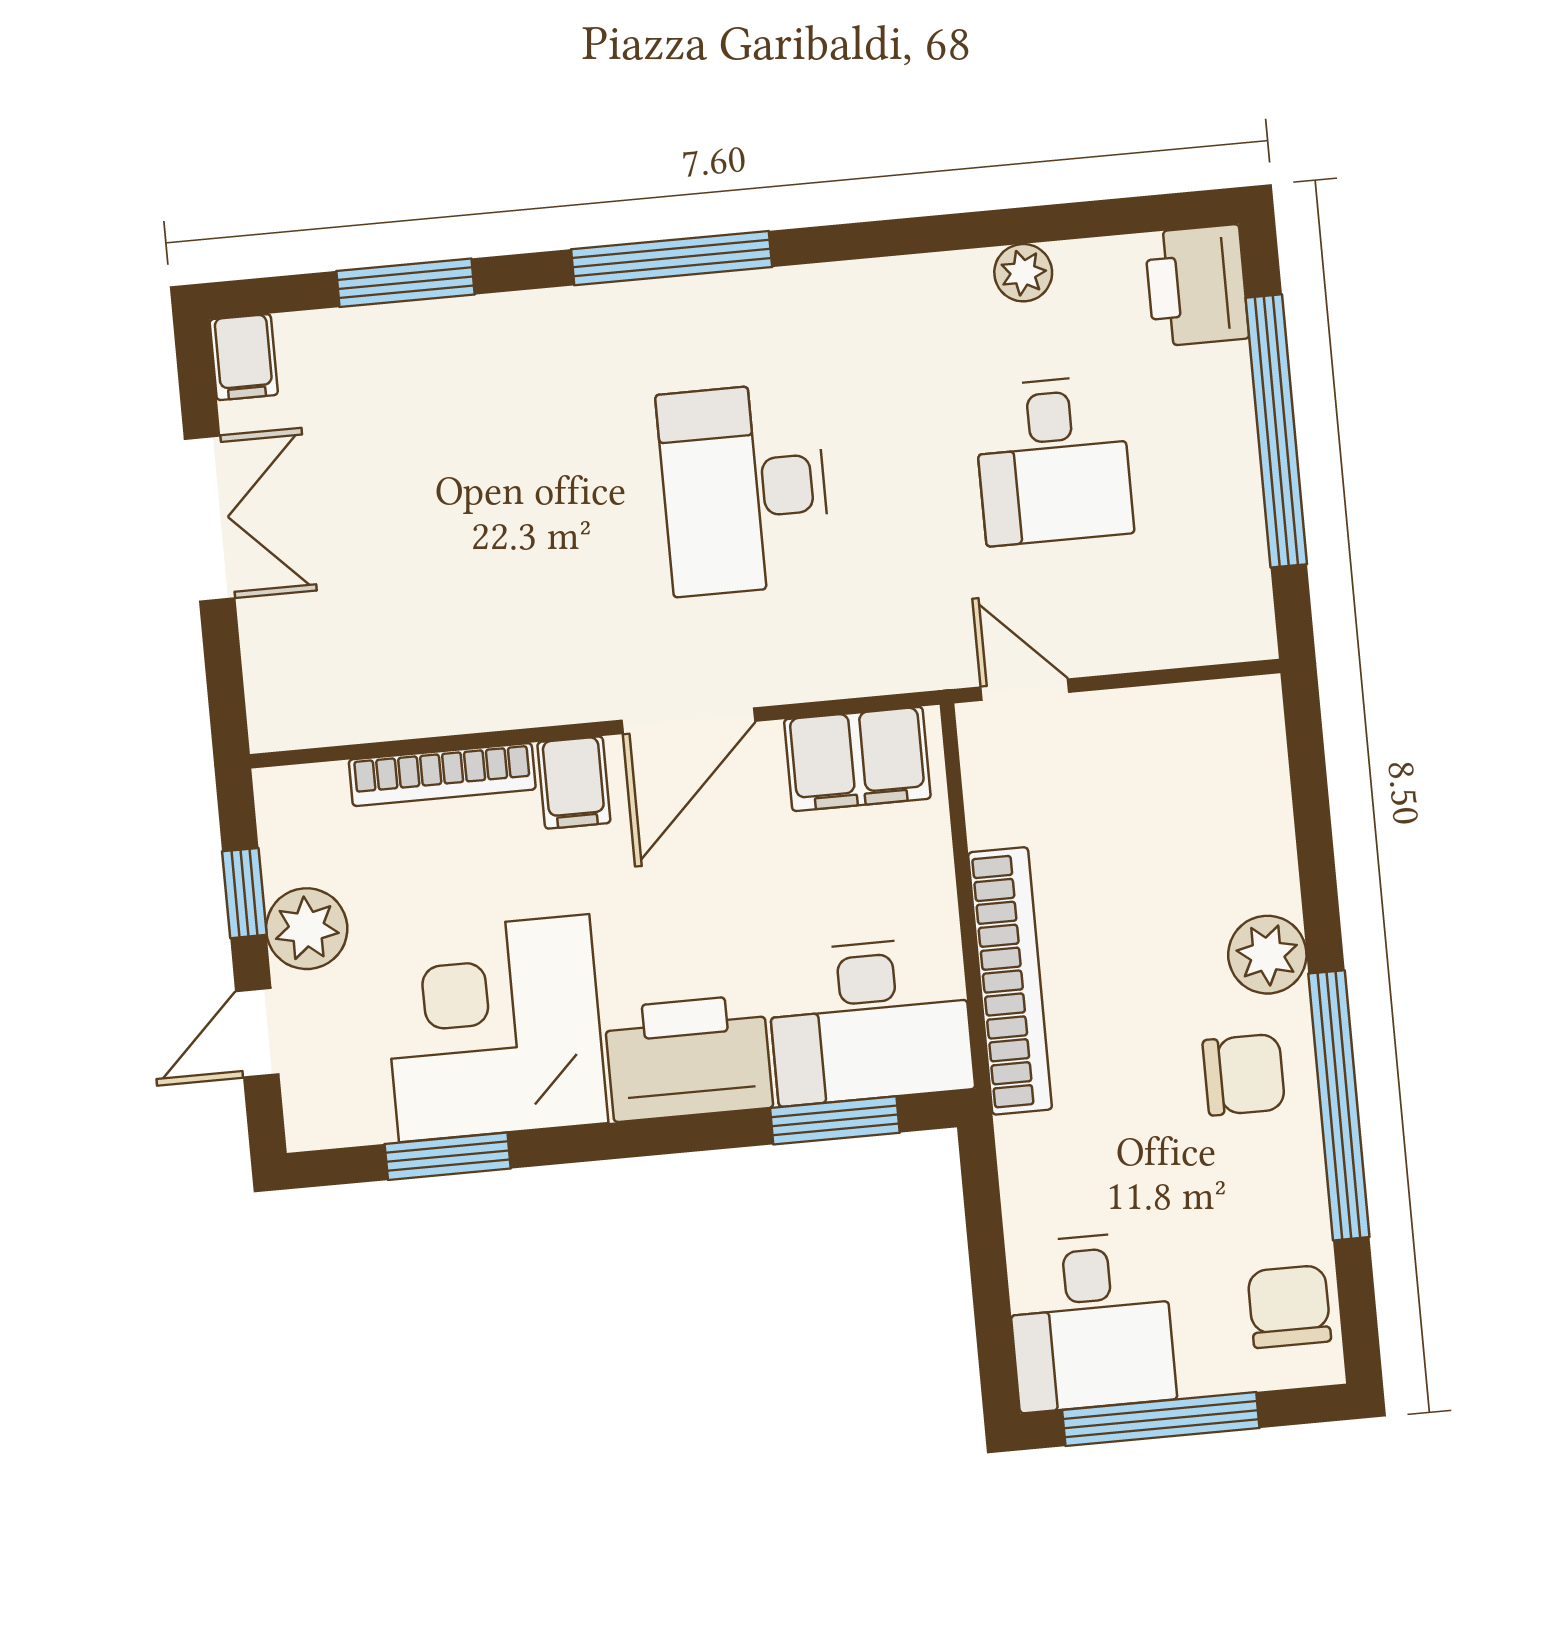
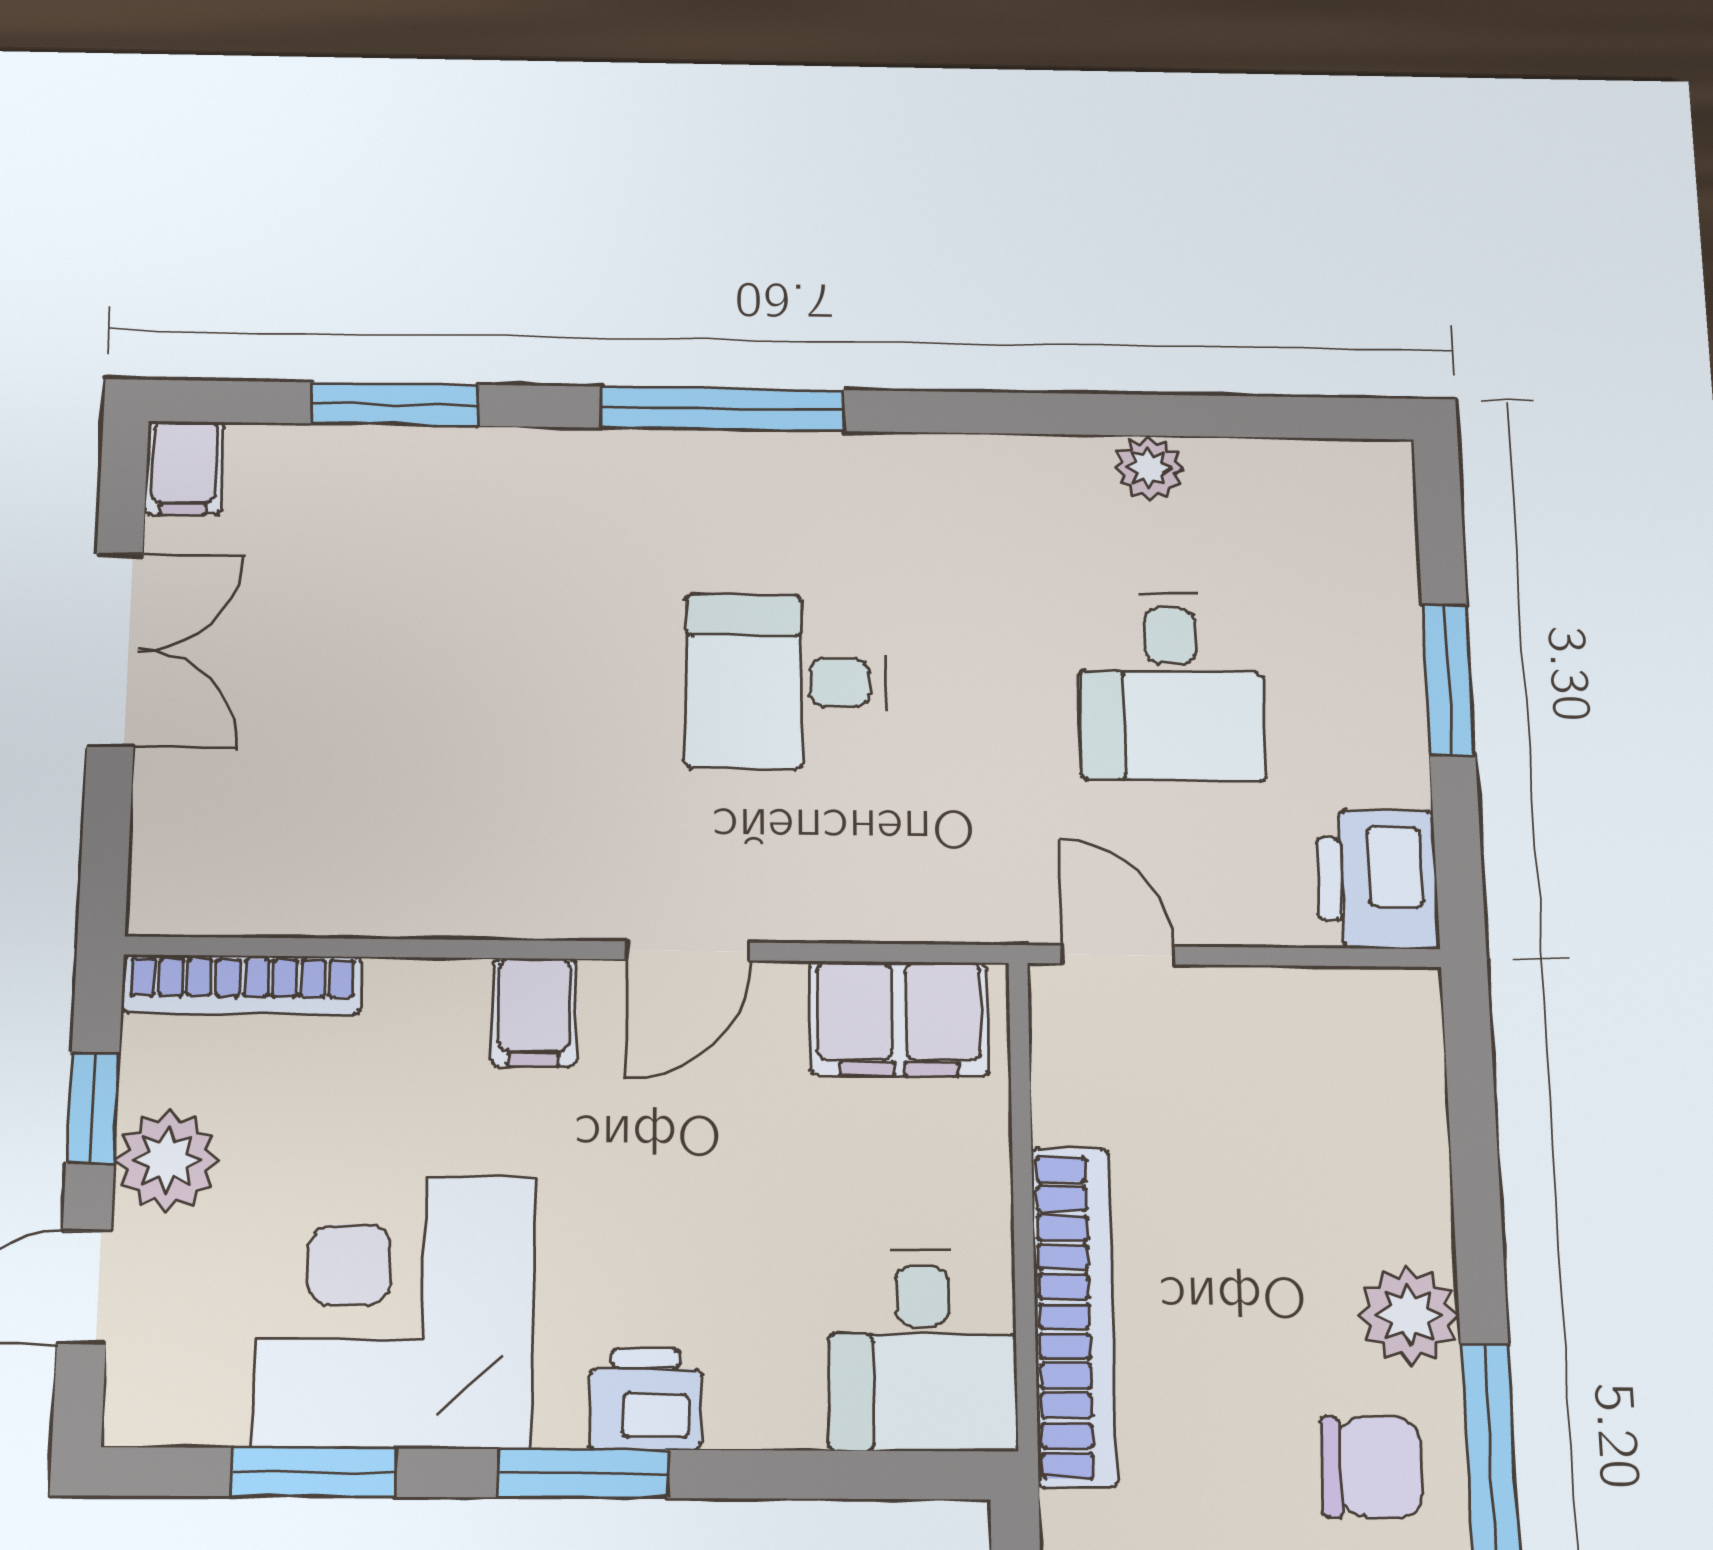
printer: (1197, 286) -> (1377, 879), moved
window: (1276, 431) -> (1448, 680), width x0.47
desk: (744, 489) -> (786, 682), width x0.73
door: (688, 721) -> (688, 951), width x0.73
bookcase: (442, 775) -> (242, 985), moved
desk: (870, 1021) -> (923, 1350), width x0.73
printer: (688, 1058) -> (645, 1399), width x0.53, depth x0.68
window: (835, 1120) -> (583, 1474), moved

